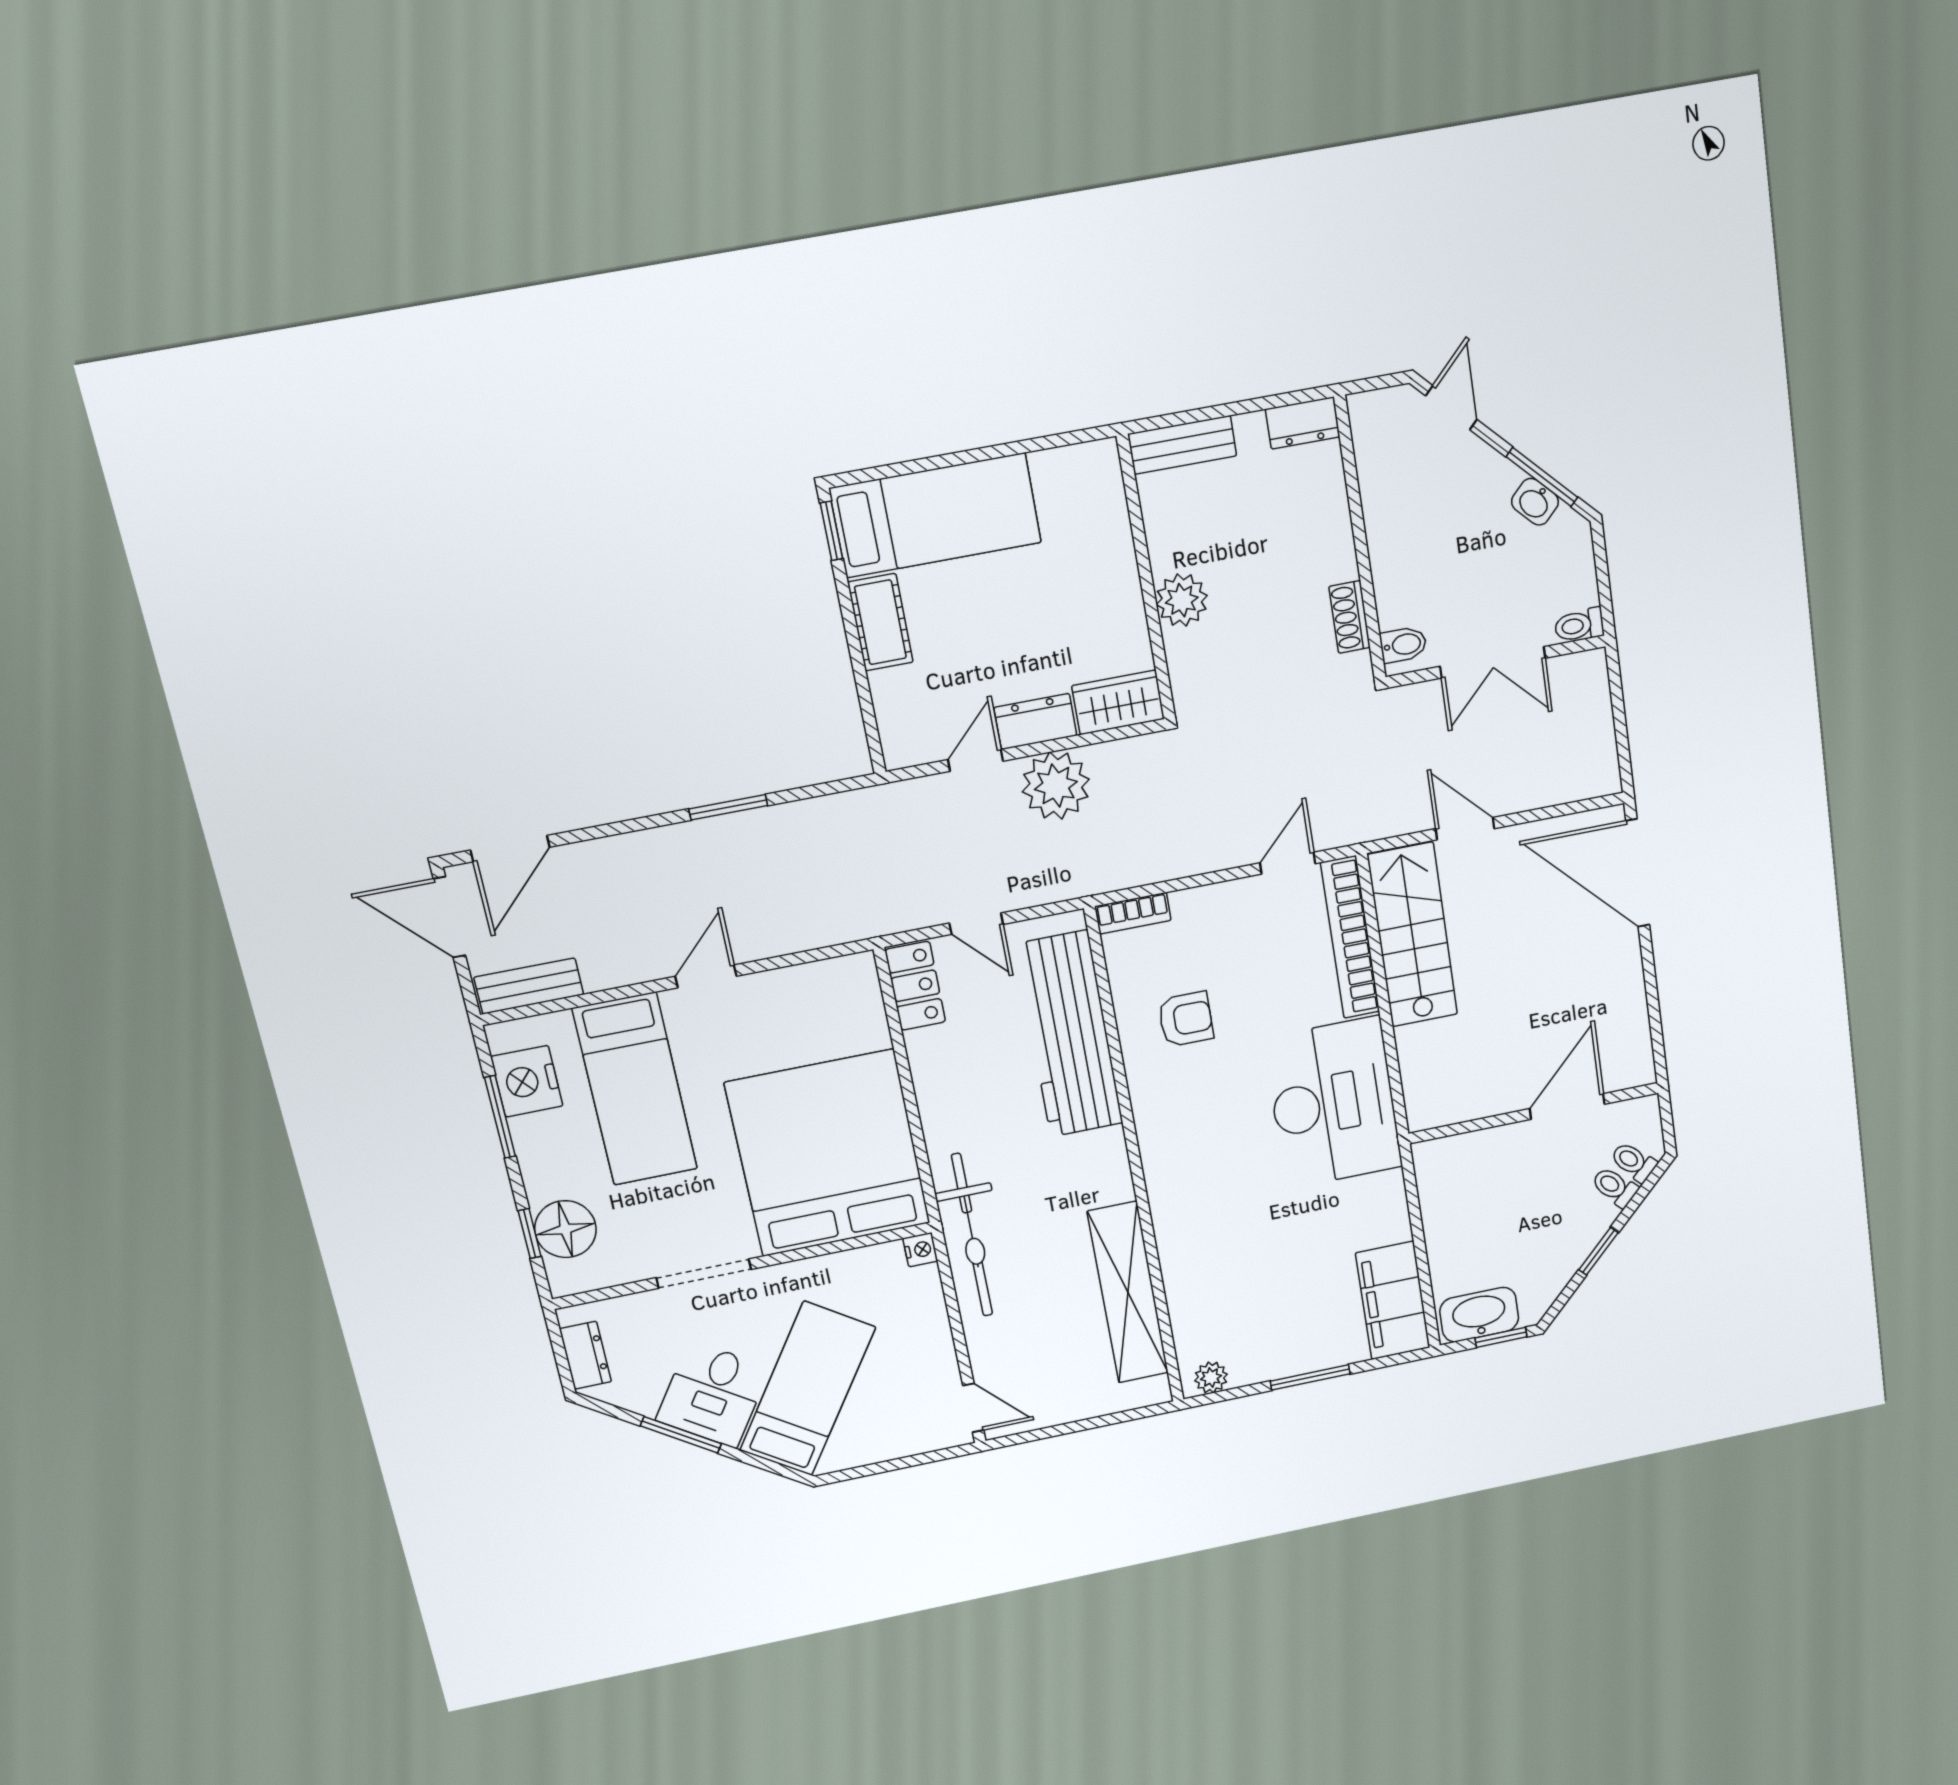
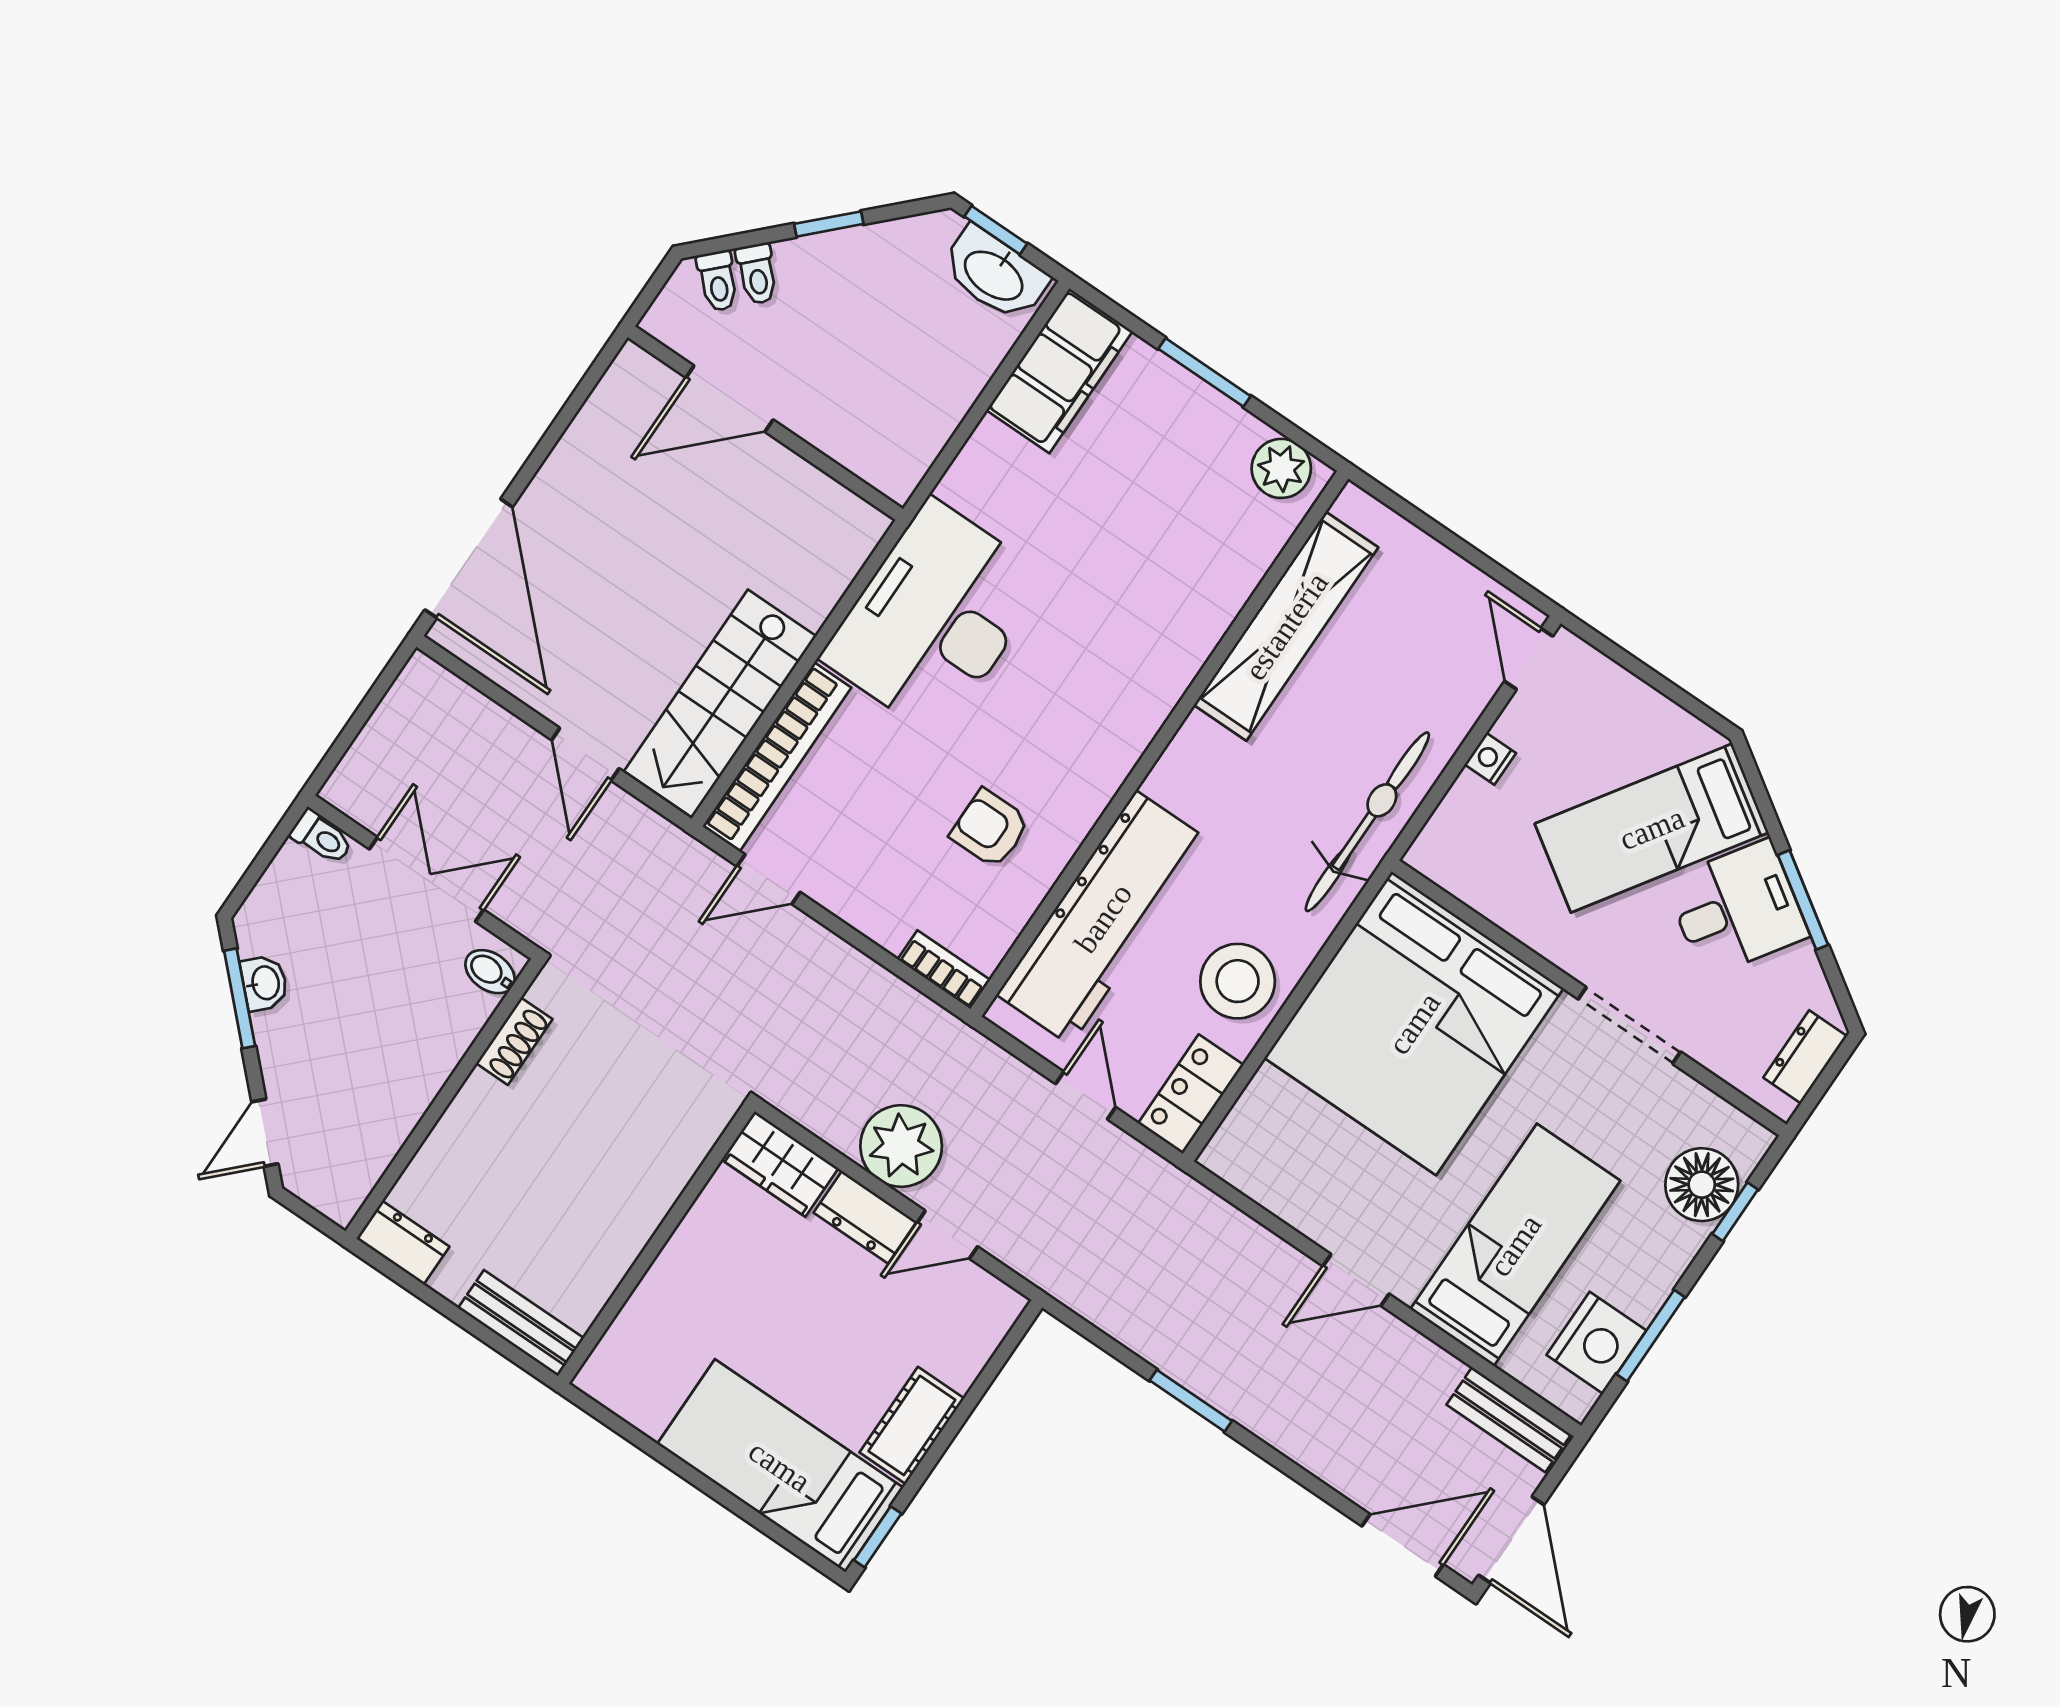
plant: (1182, 600) -> (644, 1196), removed
stool: (954, 1076) -> (1238, 981), added
nightstand: (920, 1250) -> (1490, 759), moved
plant: (1211, 1377) -> (1281, 468), width x1.38, depth x1.38

